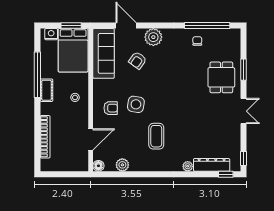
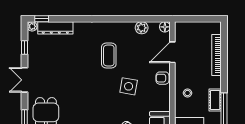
armchair: (111, 108) -> (162, 78), moved
window: (243, 159) -> (24, 47), moved
plant: (188, 166) -> (32, 26), moved

